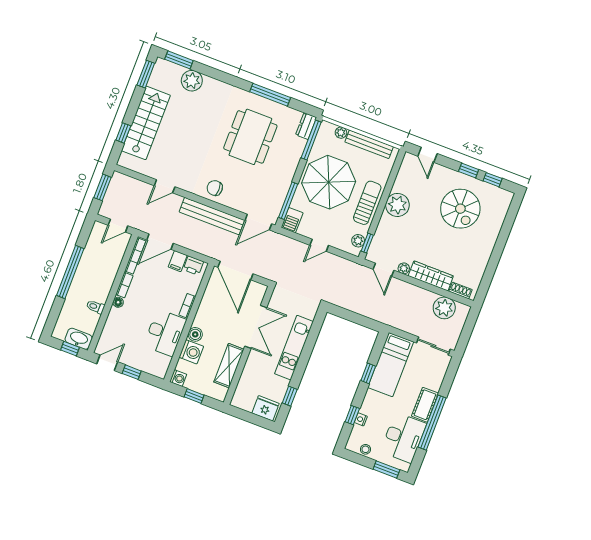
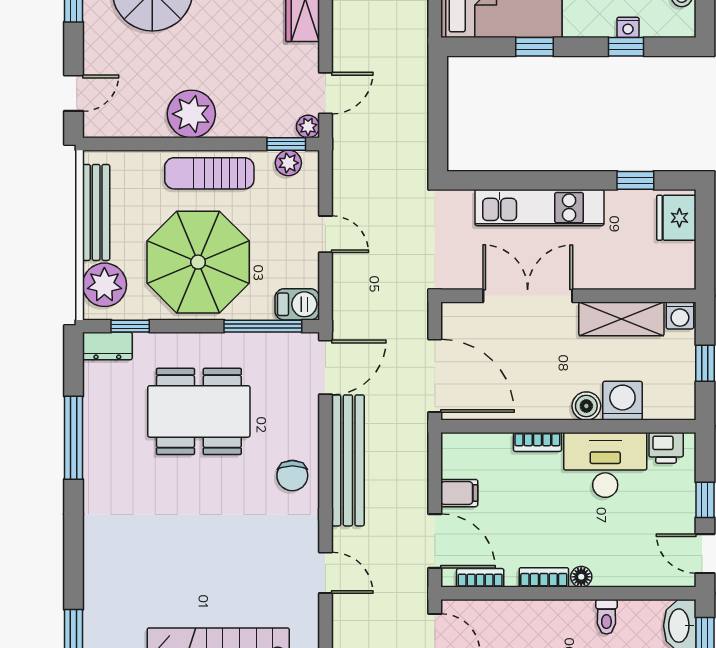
plant: (192, 81) -> (104, 598), removed
plant: (341, 133) -> (104, 285), width x1.87, depth x1.87
dining table: (250, 137) -> (199, 411), moved
window: (311, 140) -> (130, 326), width x0.46
door: (258, 222) -> (325, 367), hinge flipped
bookcase: (135, 256) -> (480, 578), width x0.64
printer: (193, 266) -> (666, 448), moved, turned 90
plant: (404, 268) -> (308, 126), moved
door: (235, 270) -> (435, 376), hinge flipped
washing machine: (178, 378) -> (680, 315), moved, turned 180

